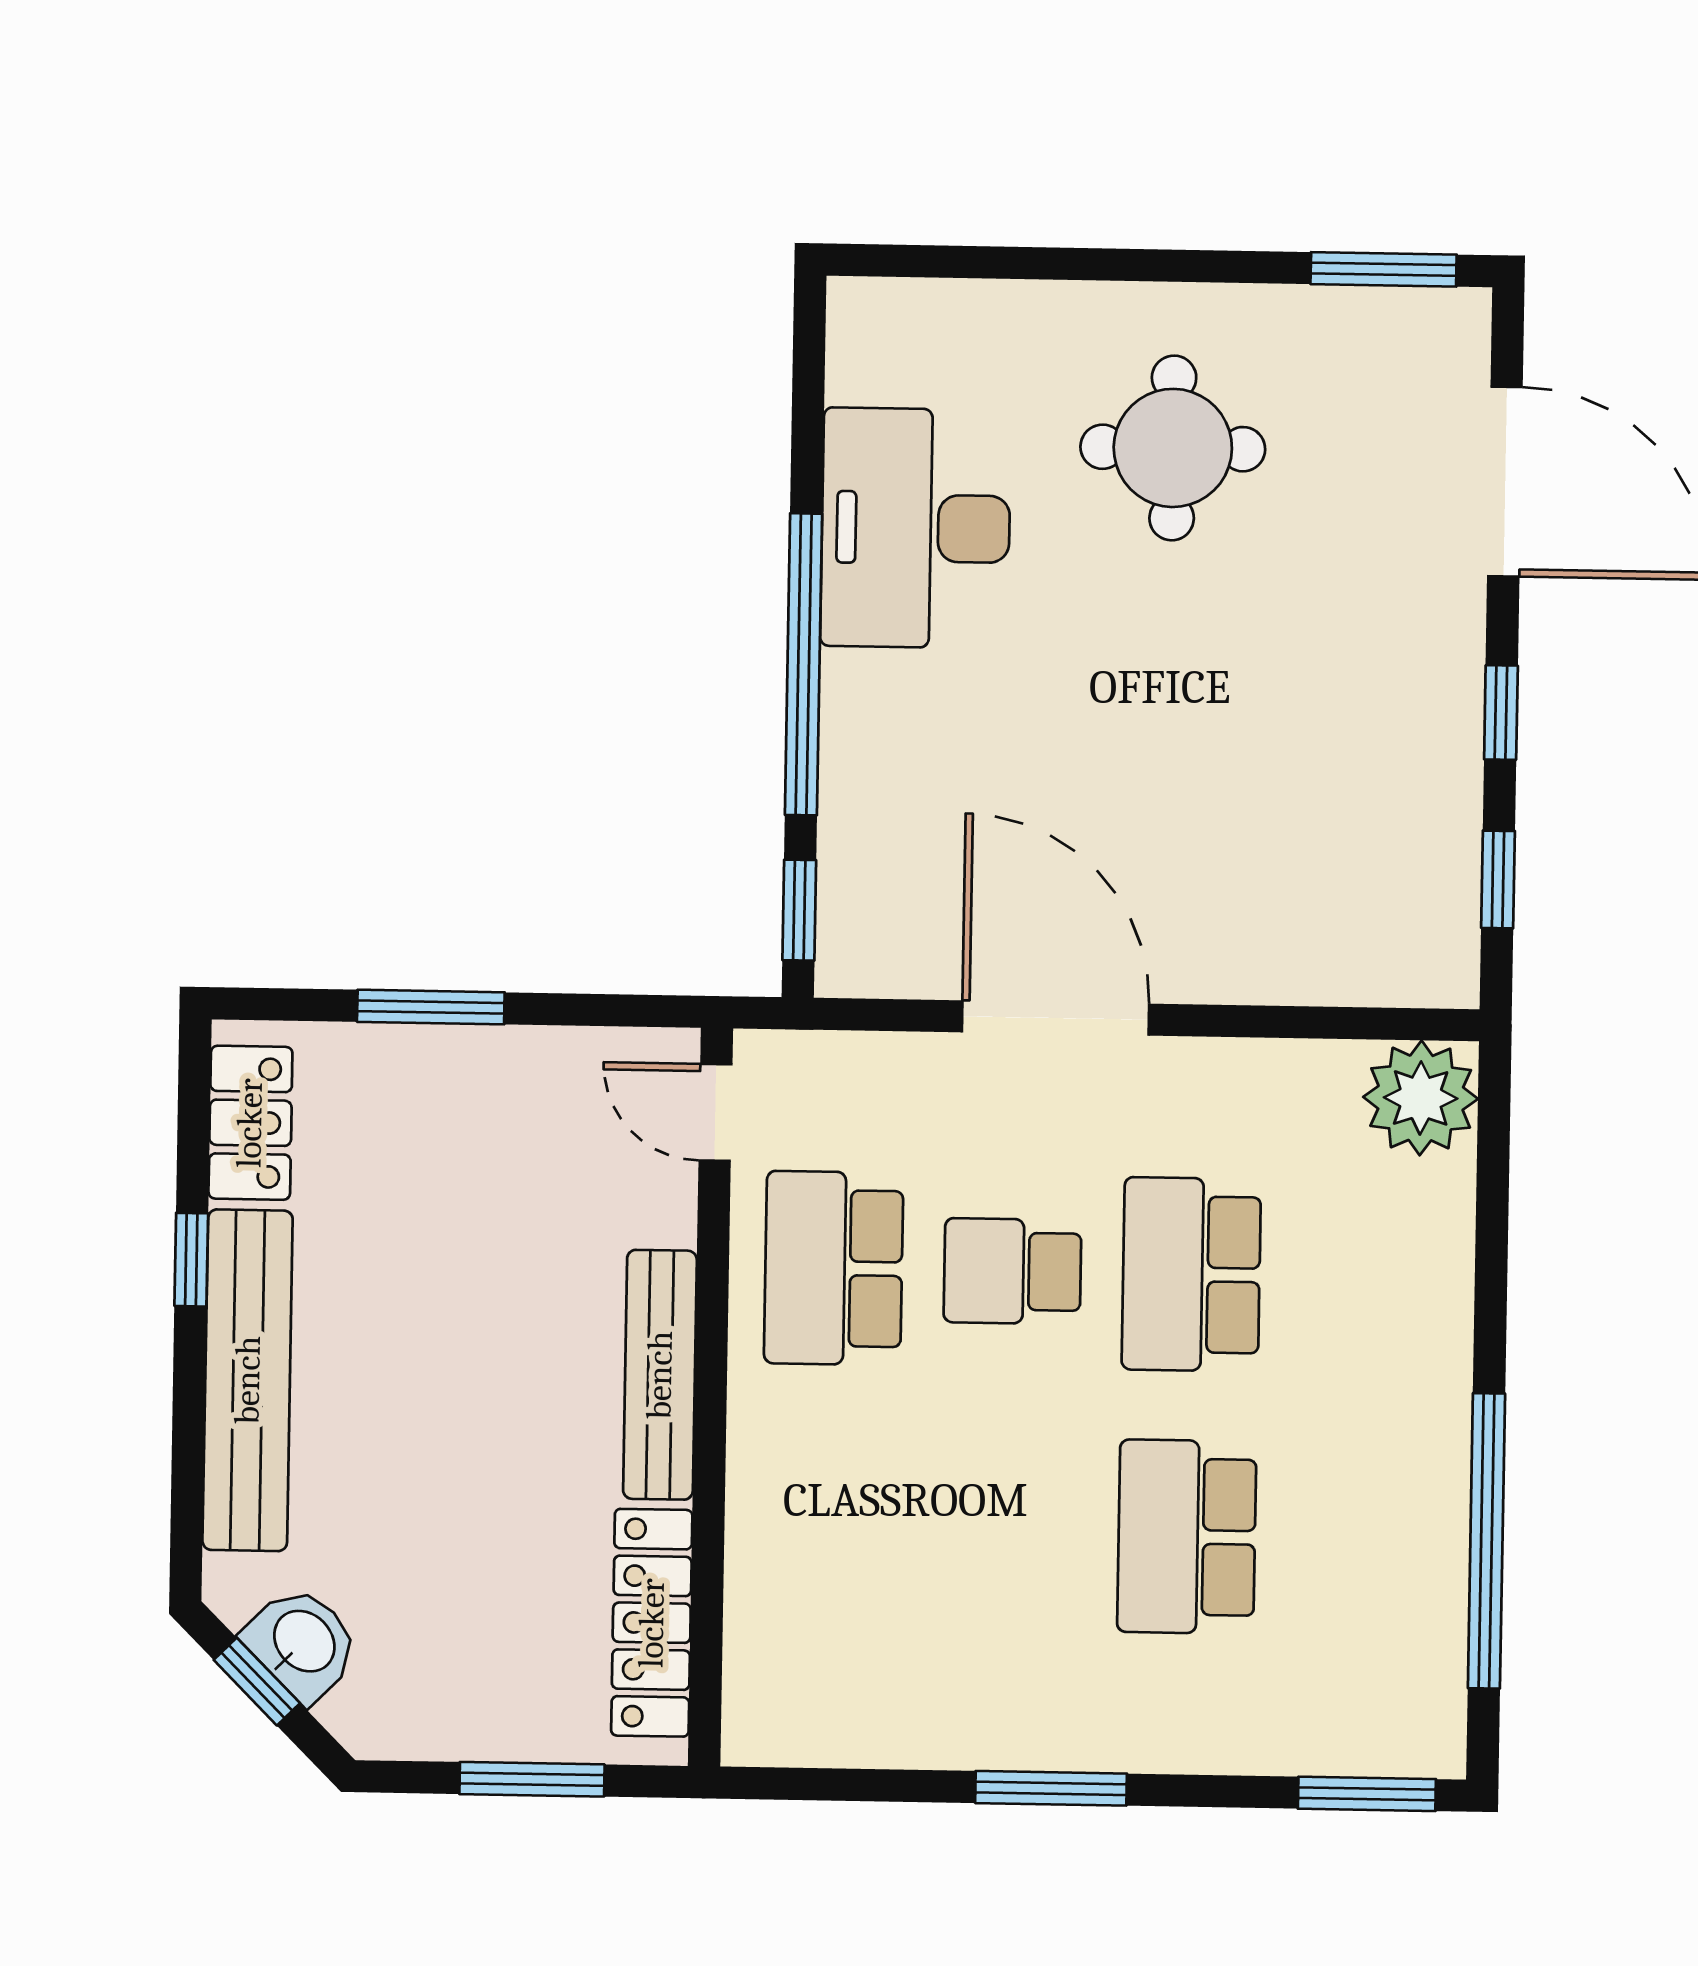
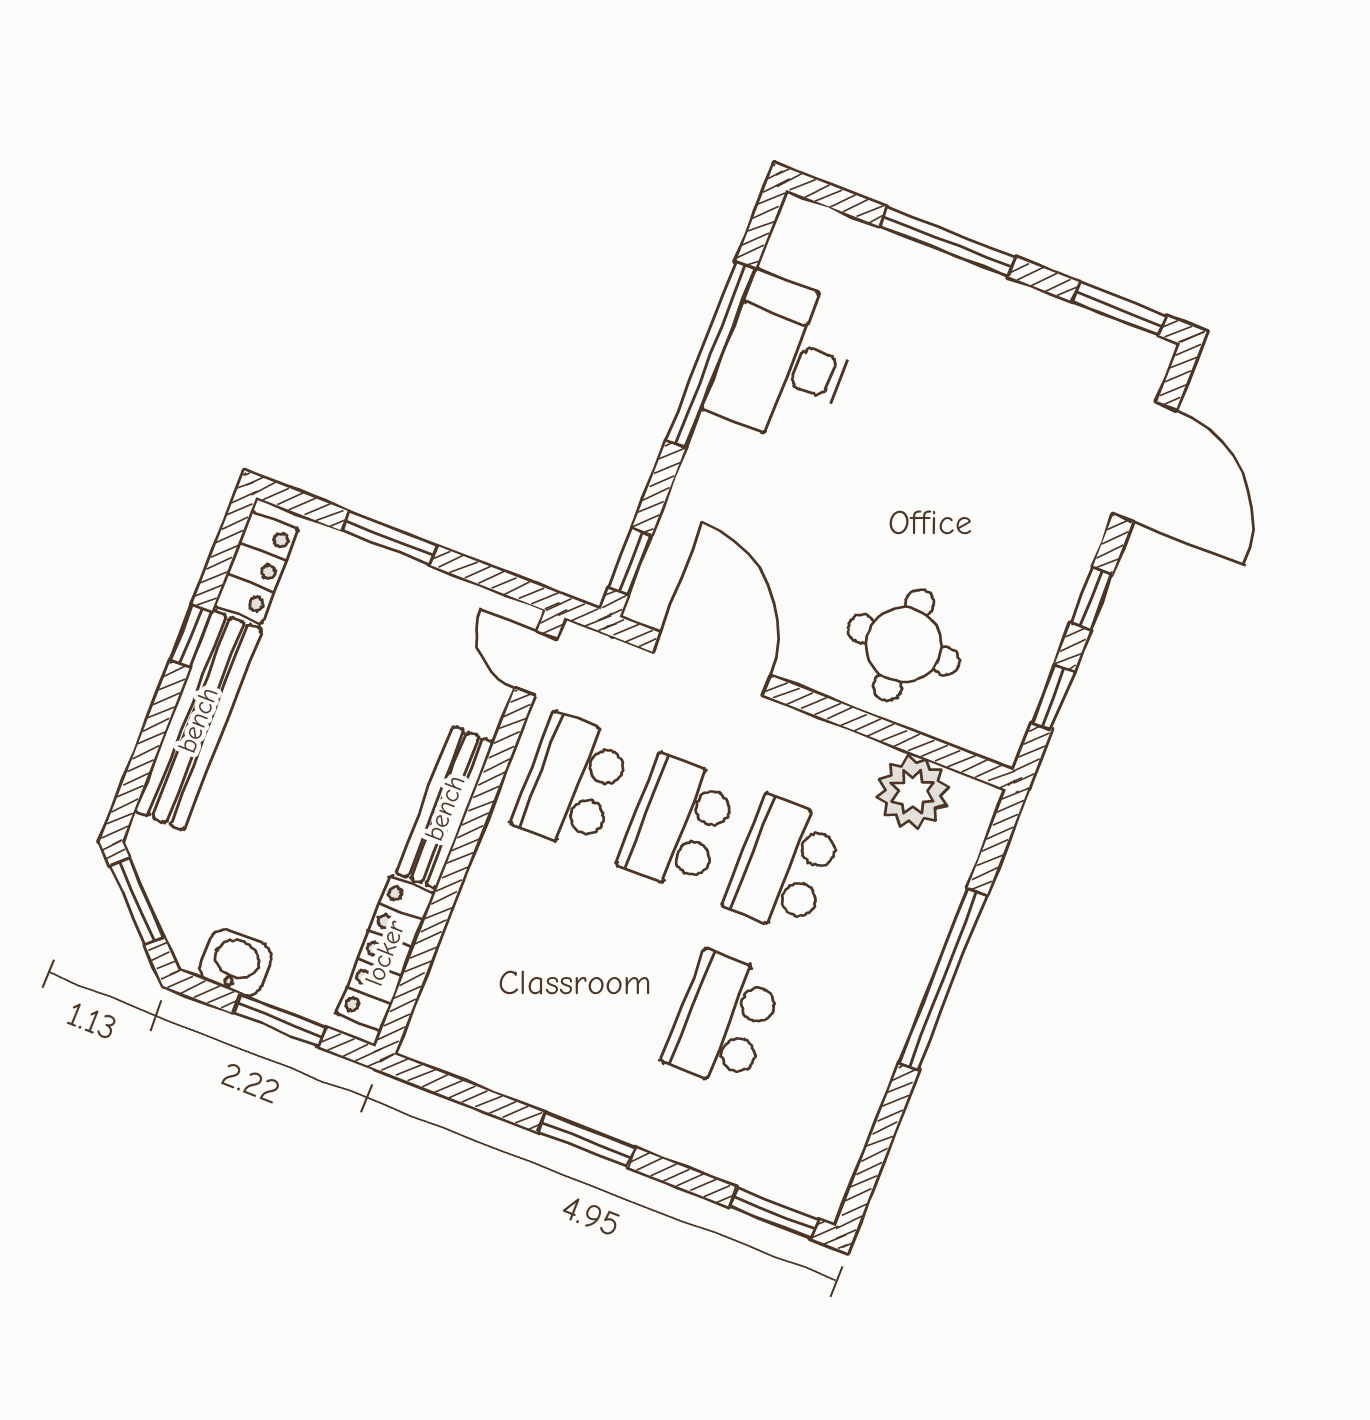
window: (1093, 264) -> (948, 242), added
round table: (1173, 448) -> (904, 645), moved
window: (804, 664) -> (711, 354), moved
door: (1055, 1018) -> (711, 664), moved
plant: (1421, 1098) -> (913, 792), moved
school desk: (1012, 1271) -> (678, 824), width x1.85
window: (1486, 1541) -> (943, 979), moved
washbasin: (303, 1643) -> (236, 963), moved, turned -45
window: (257, 1682) -> (137, 901), width x1.50

